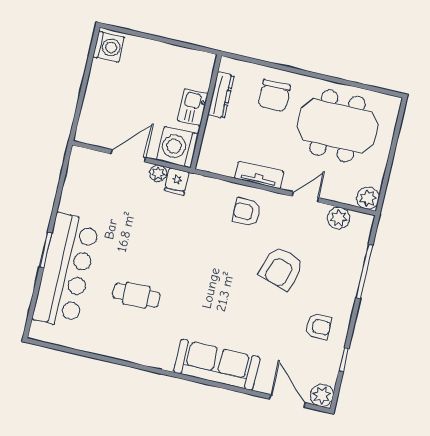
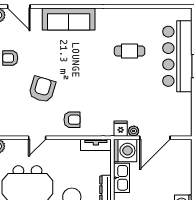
kitchen sink: (193, 107) -> (122, 178), width x1.38
door: (128, 156) -> (155, 138), width x1.36
tv unit: (259, 175) -> (96, 145), moved
plant: (339, 218) -> (13, 129), removed

